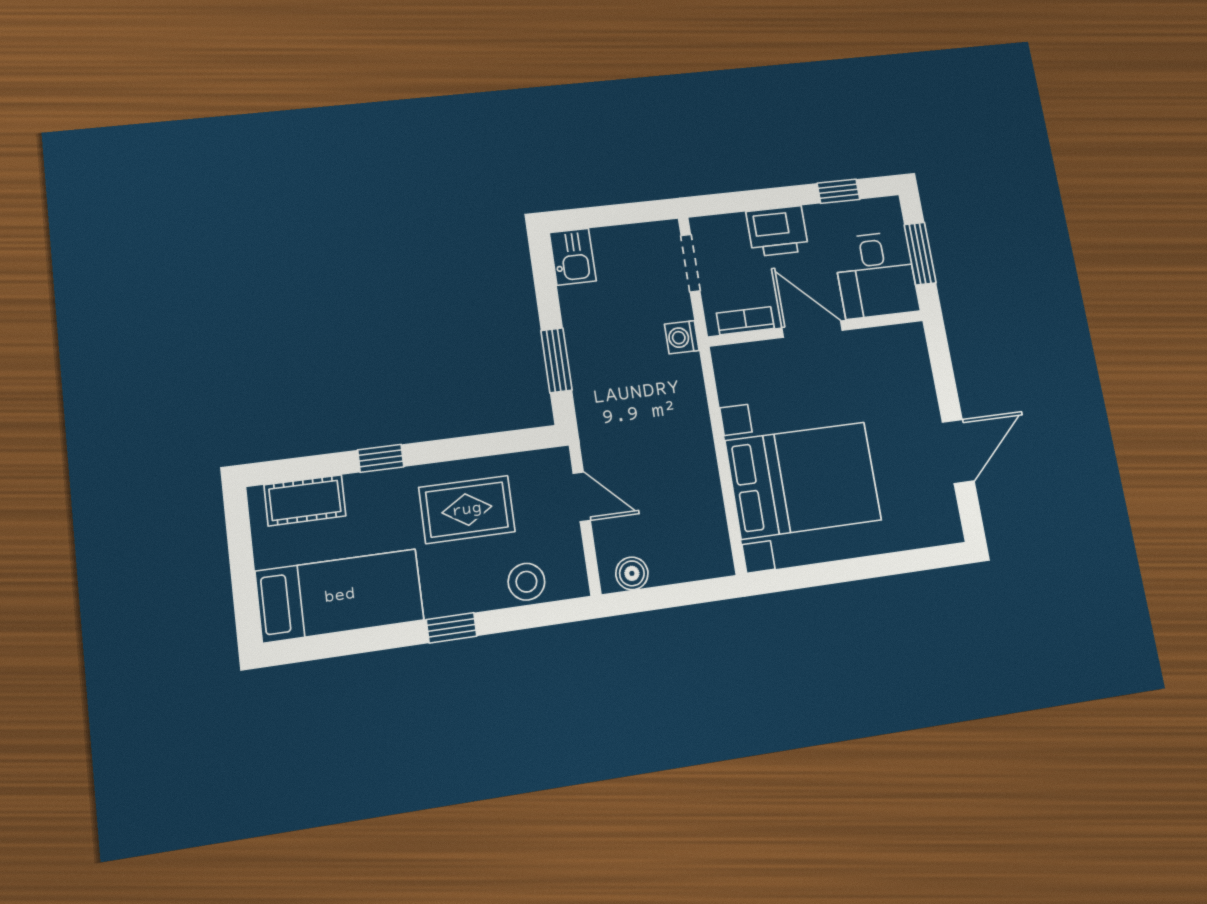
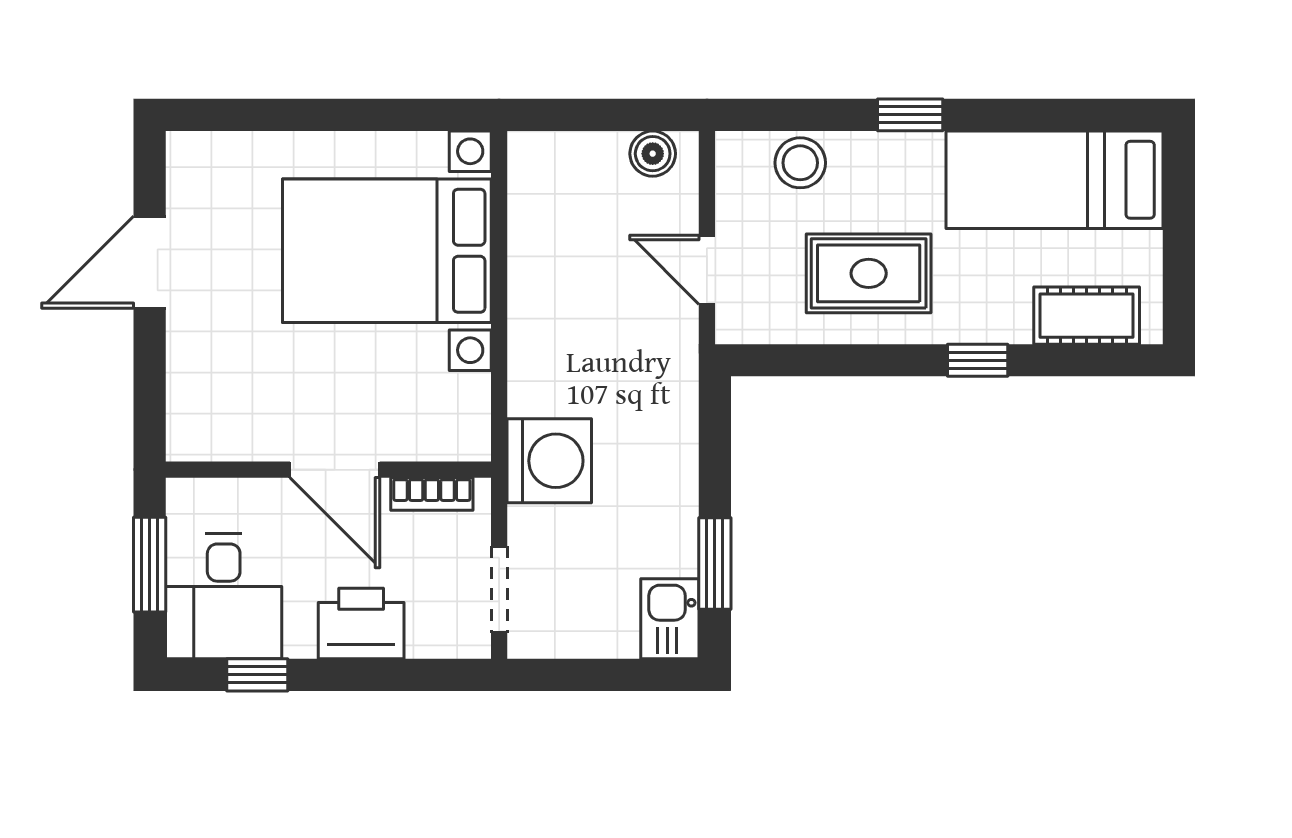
desk: (876, 275) -> (224, 596), moved, turned 180
washing machine: (682, 337) -> (549, 461), width x1.89, depth x1.89
window: (556, 360) -> (715, 563), moved

